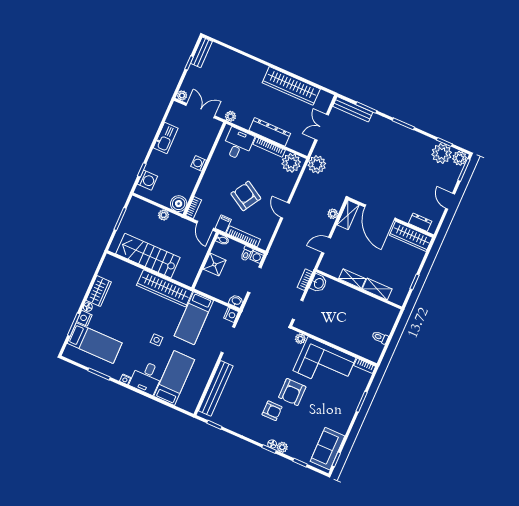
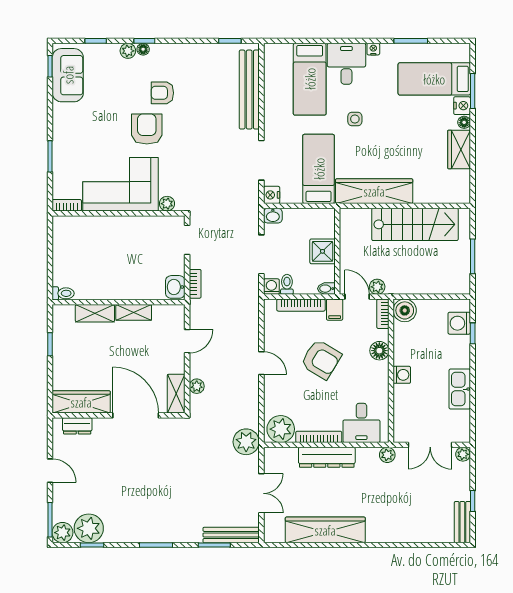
floor lamp: (206, 185) -> (379, 351), added
plant: (164, 215) -> (377, 287), moved
toilet: (380, 337) -> (63, 293), moved

